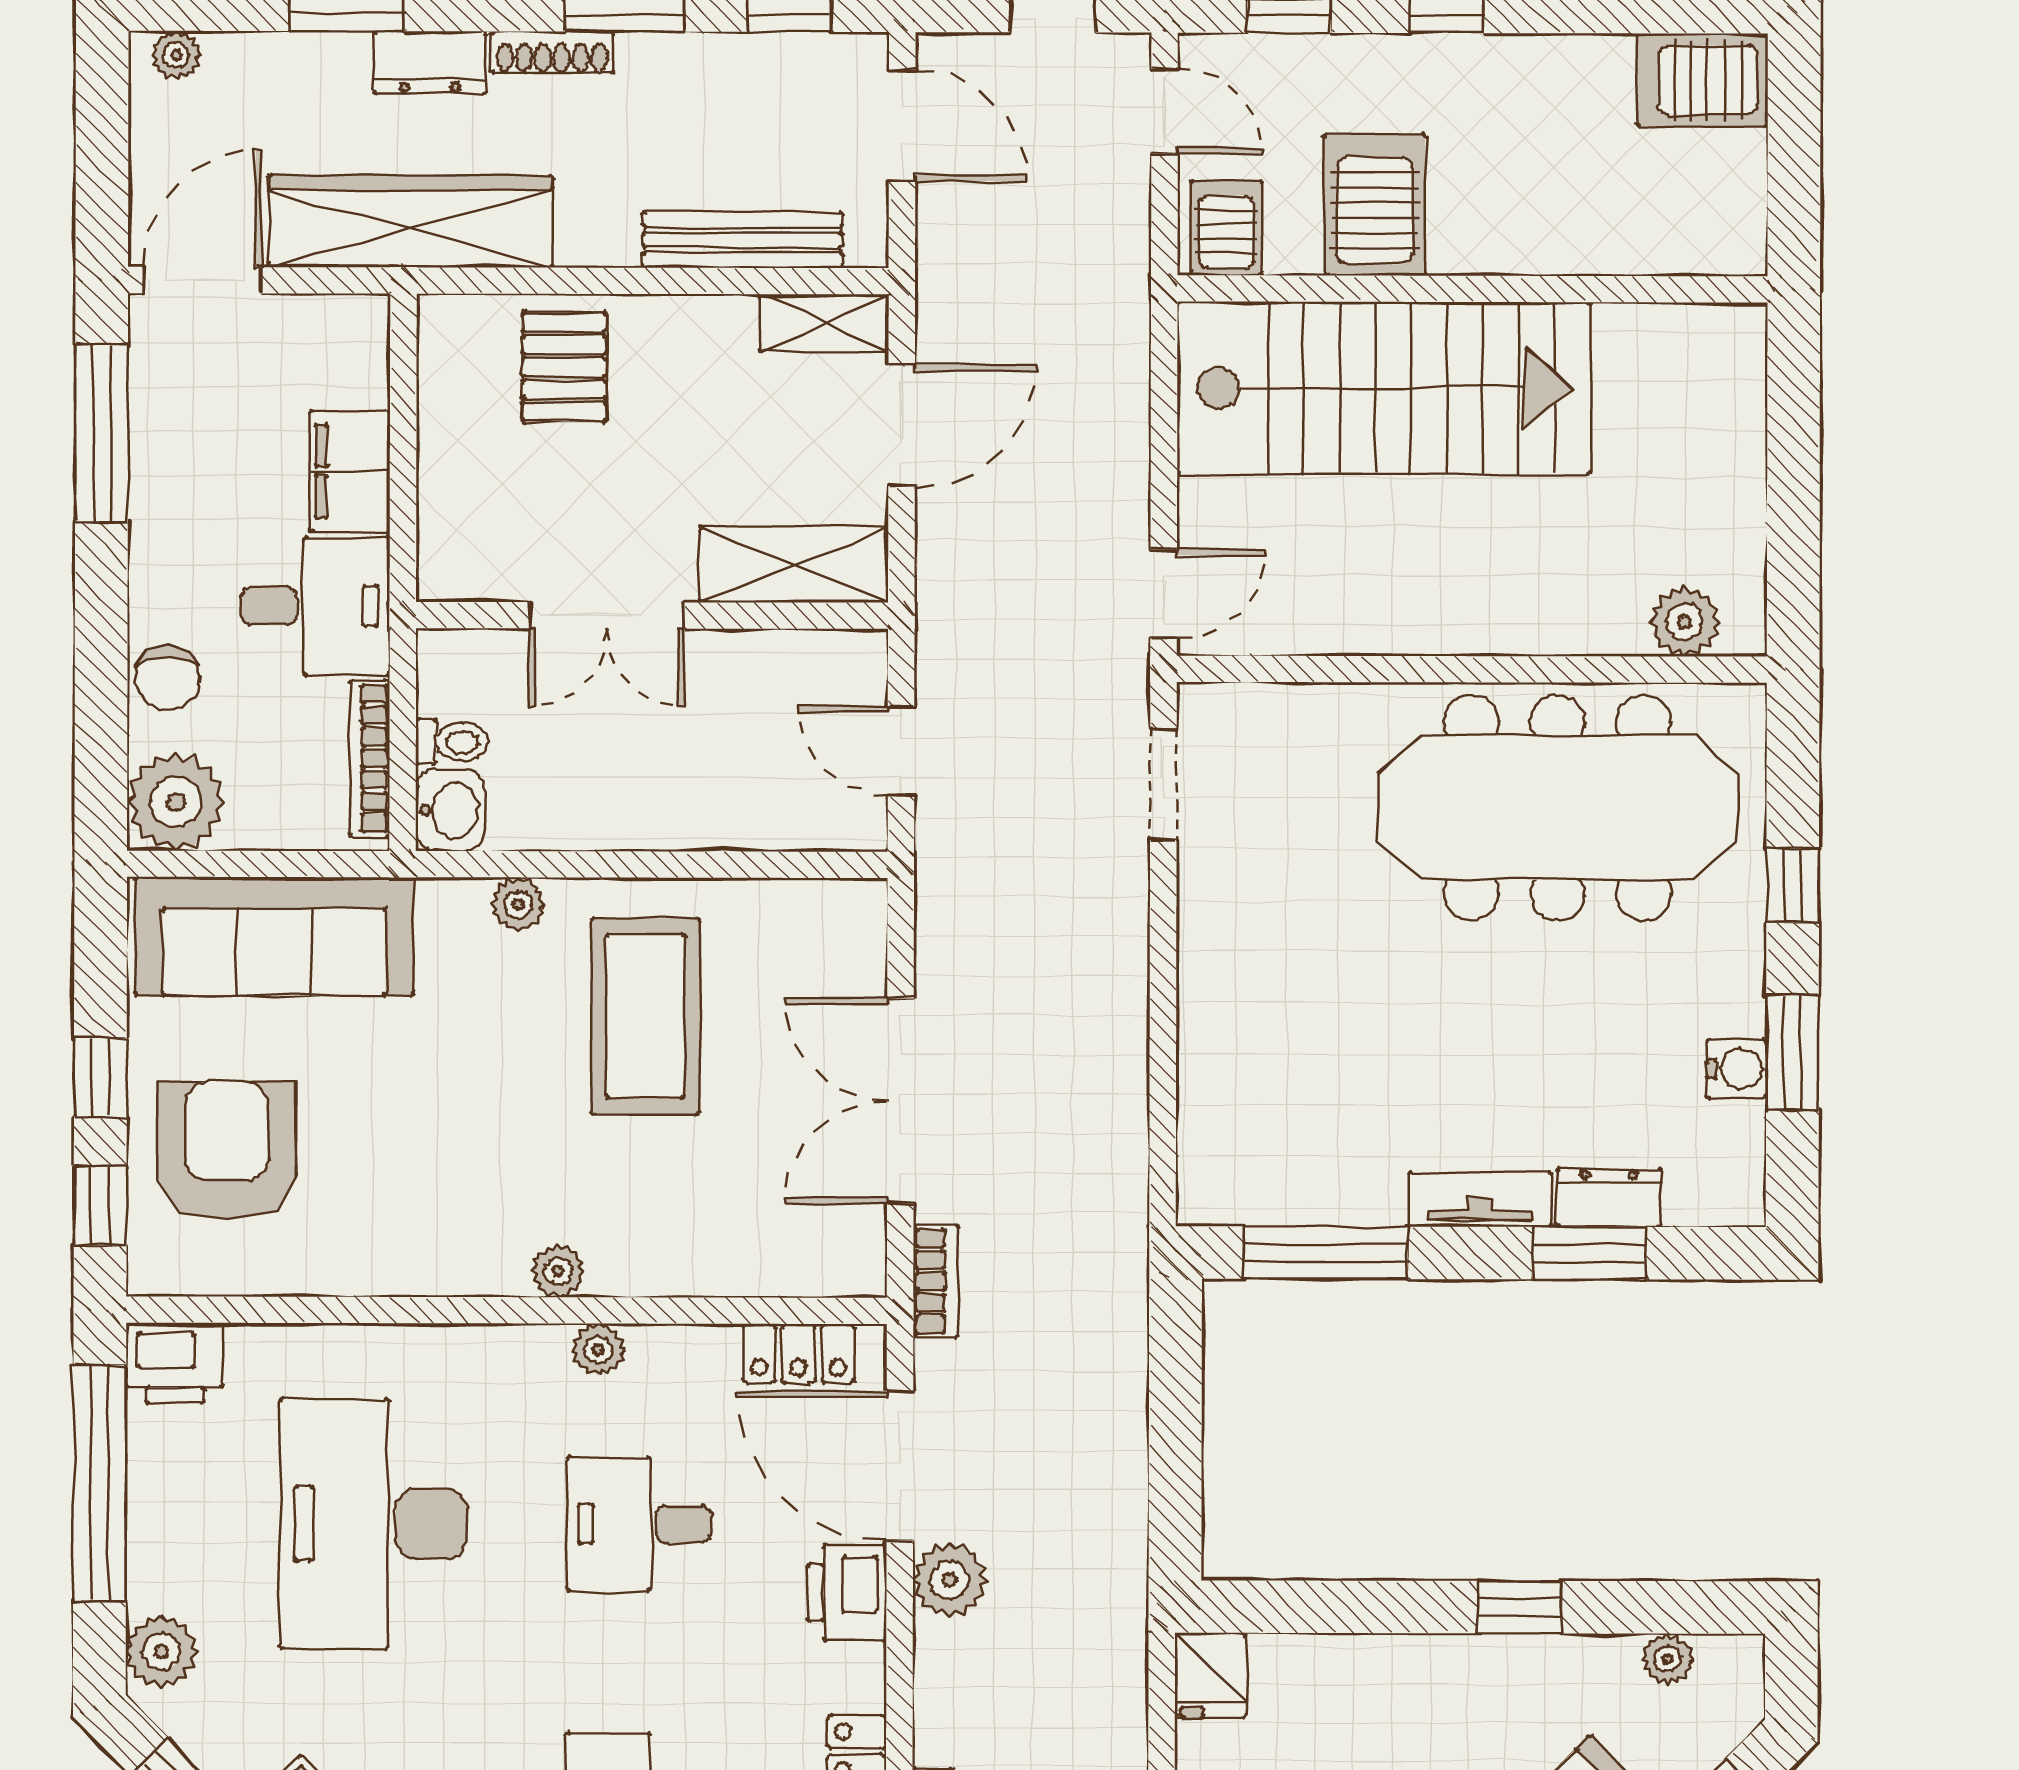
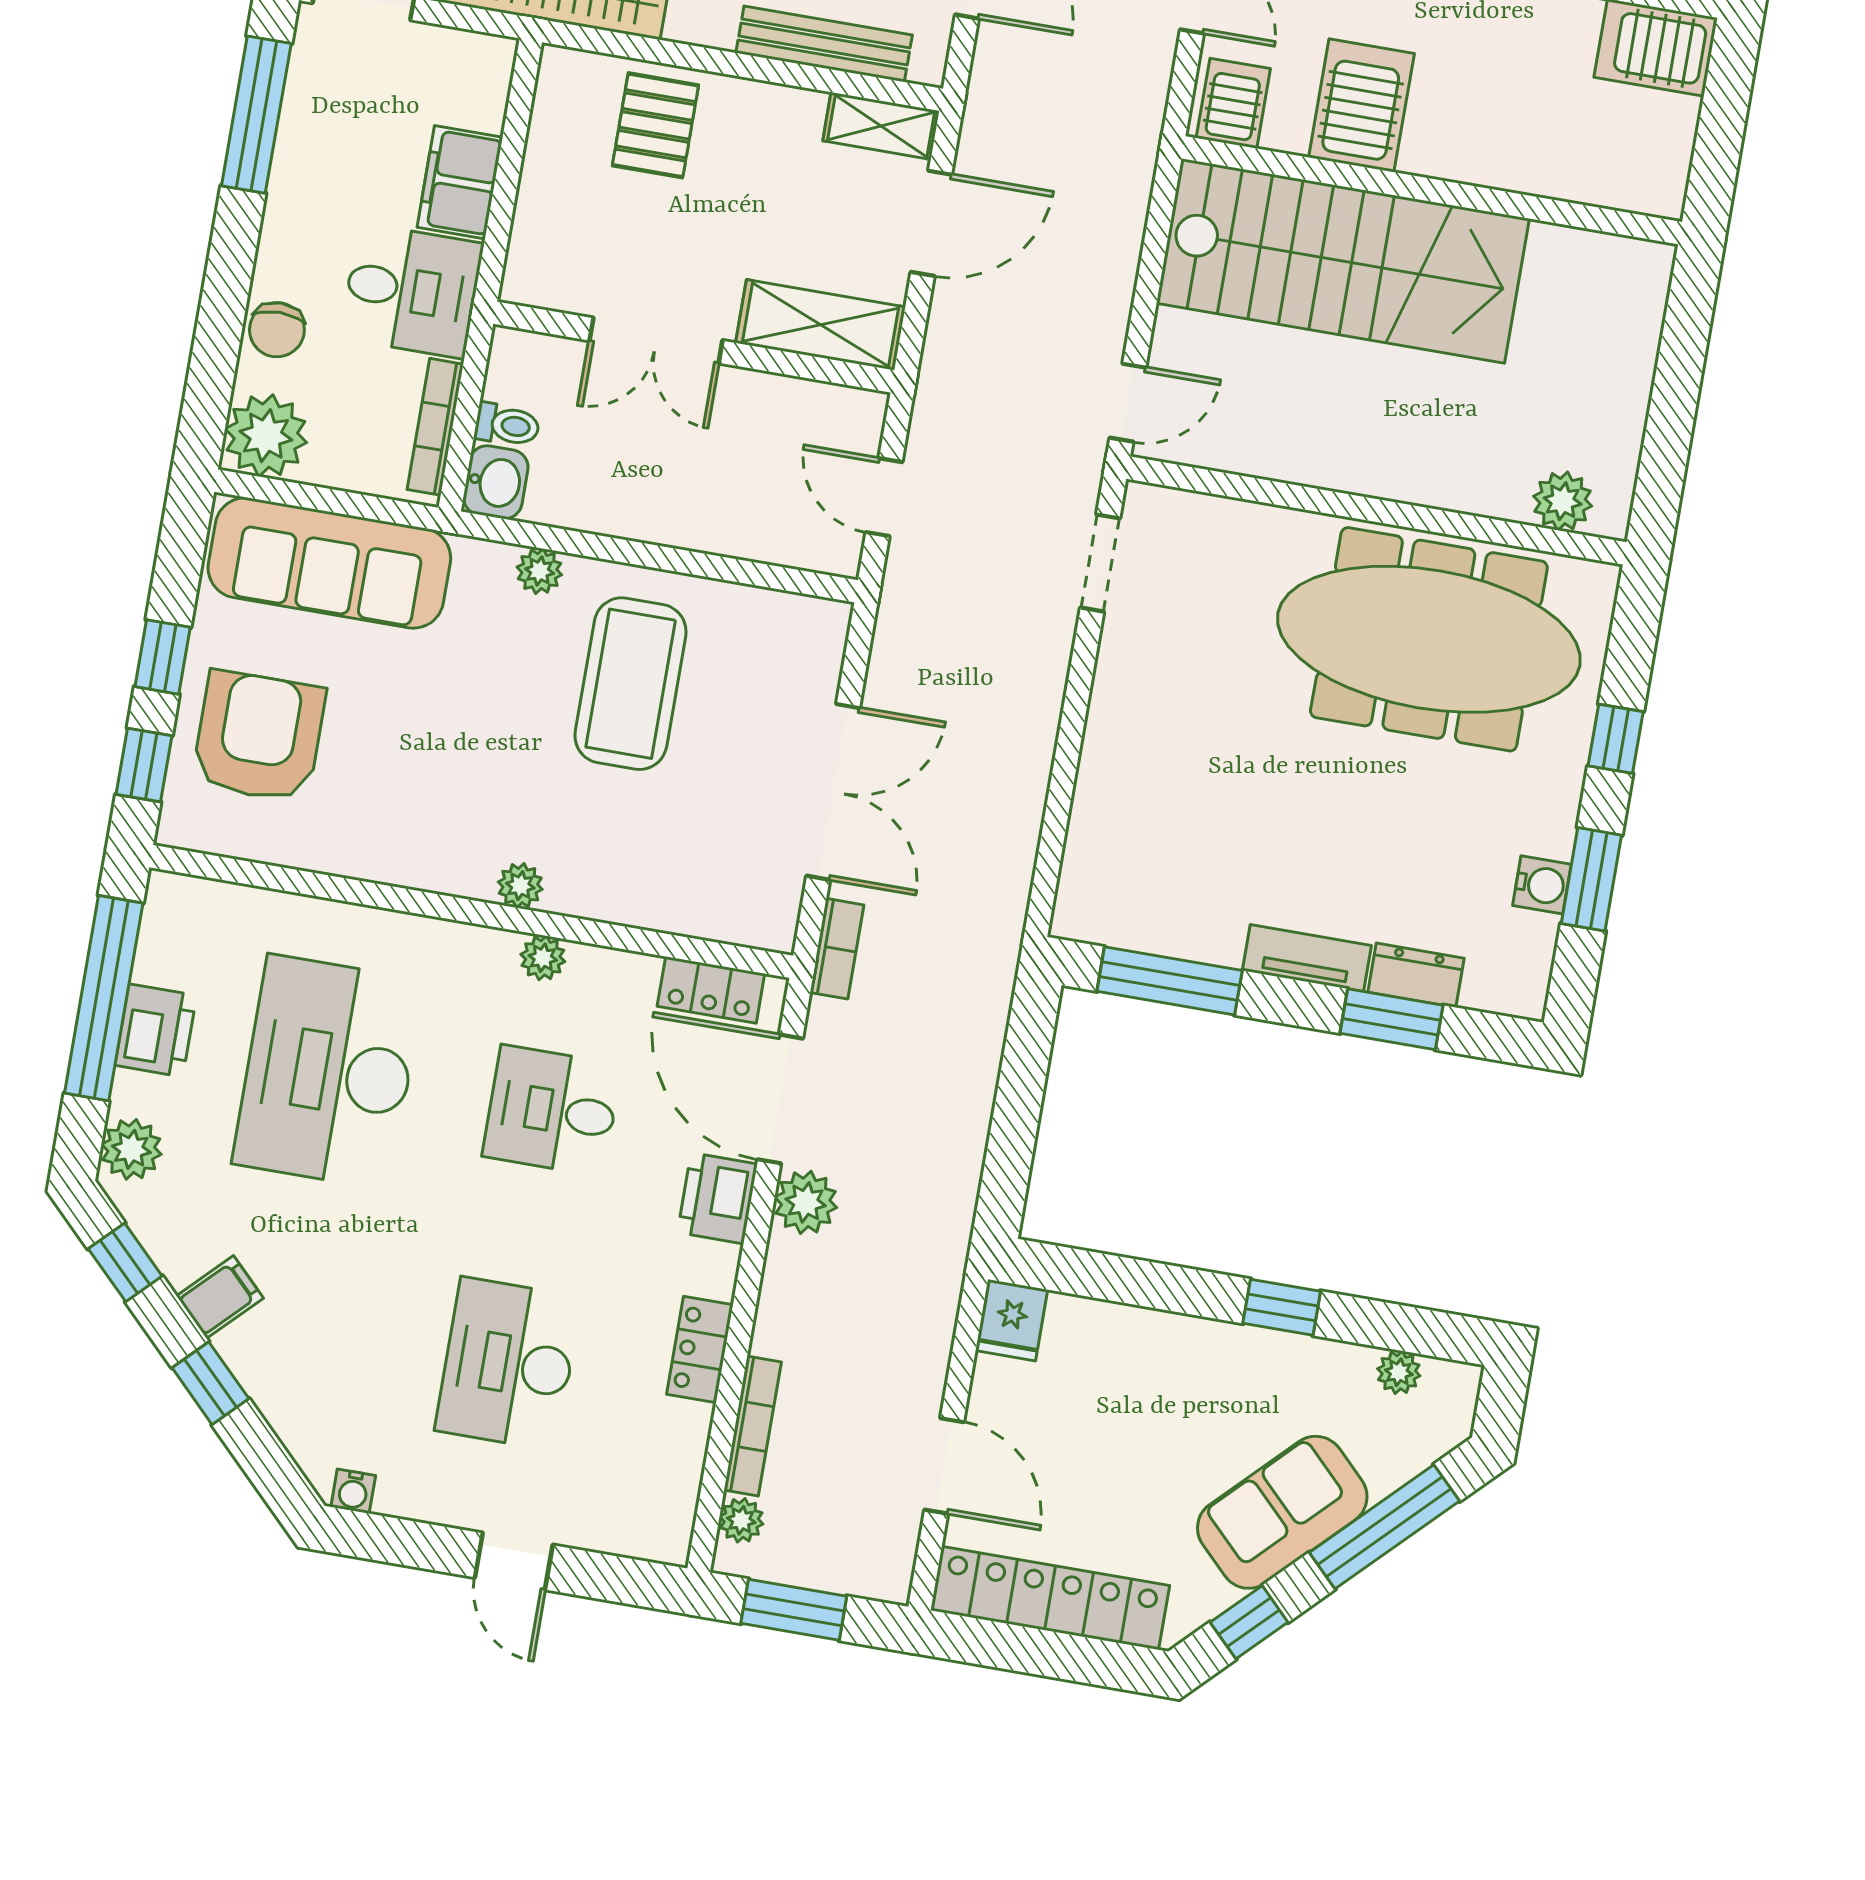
double door: (900, 1101) -> (833, 792), swing flipped
printer: (175, 1363) -> (156, 1030), moved, turned -90

